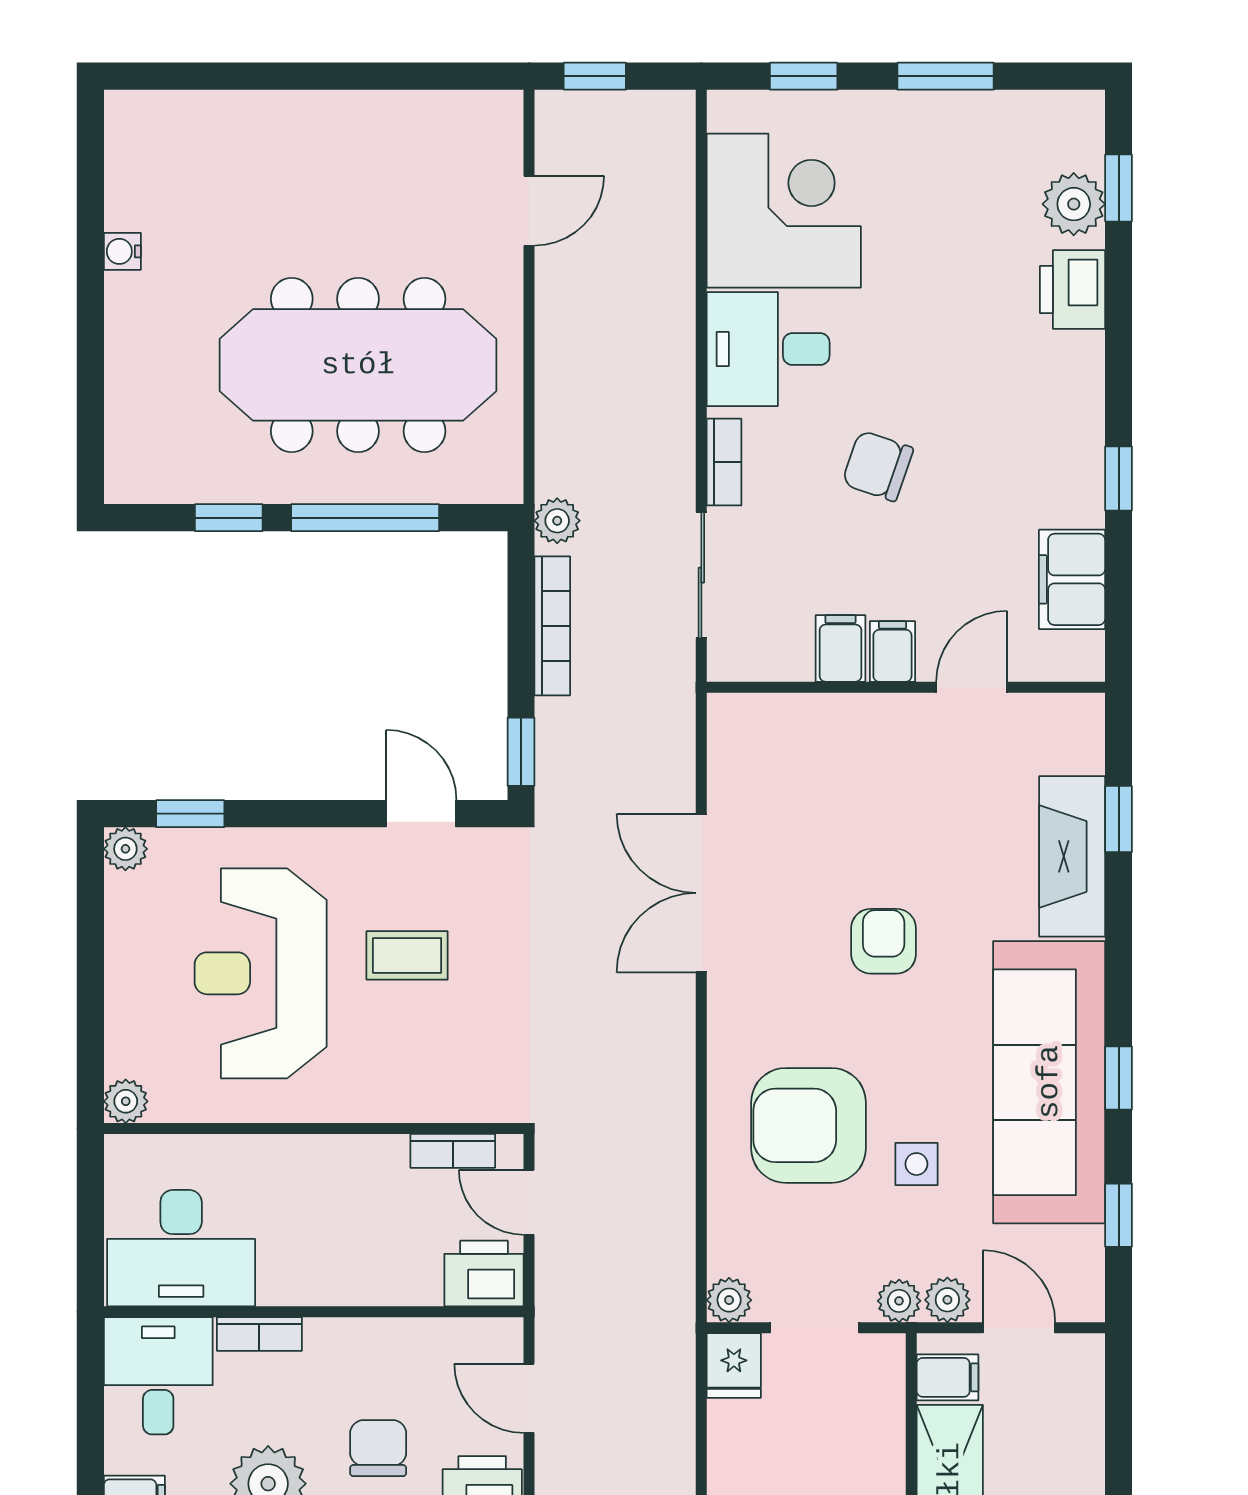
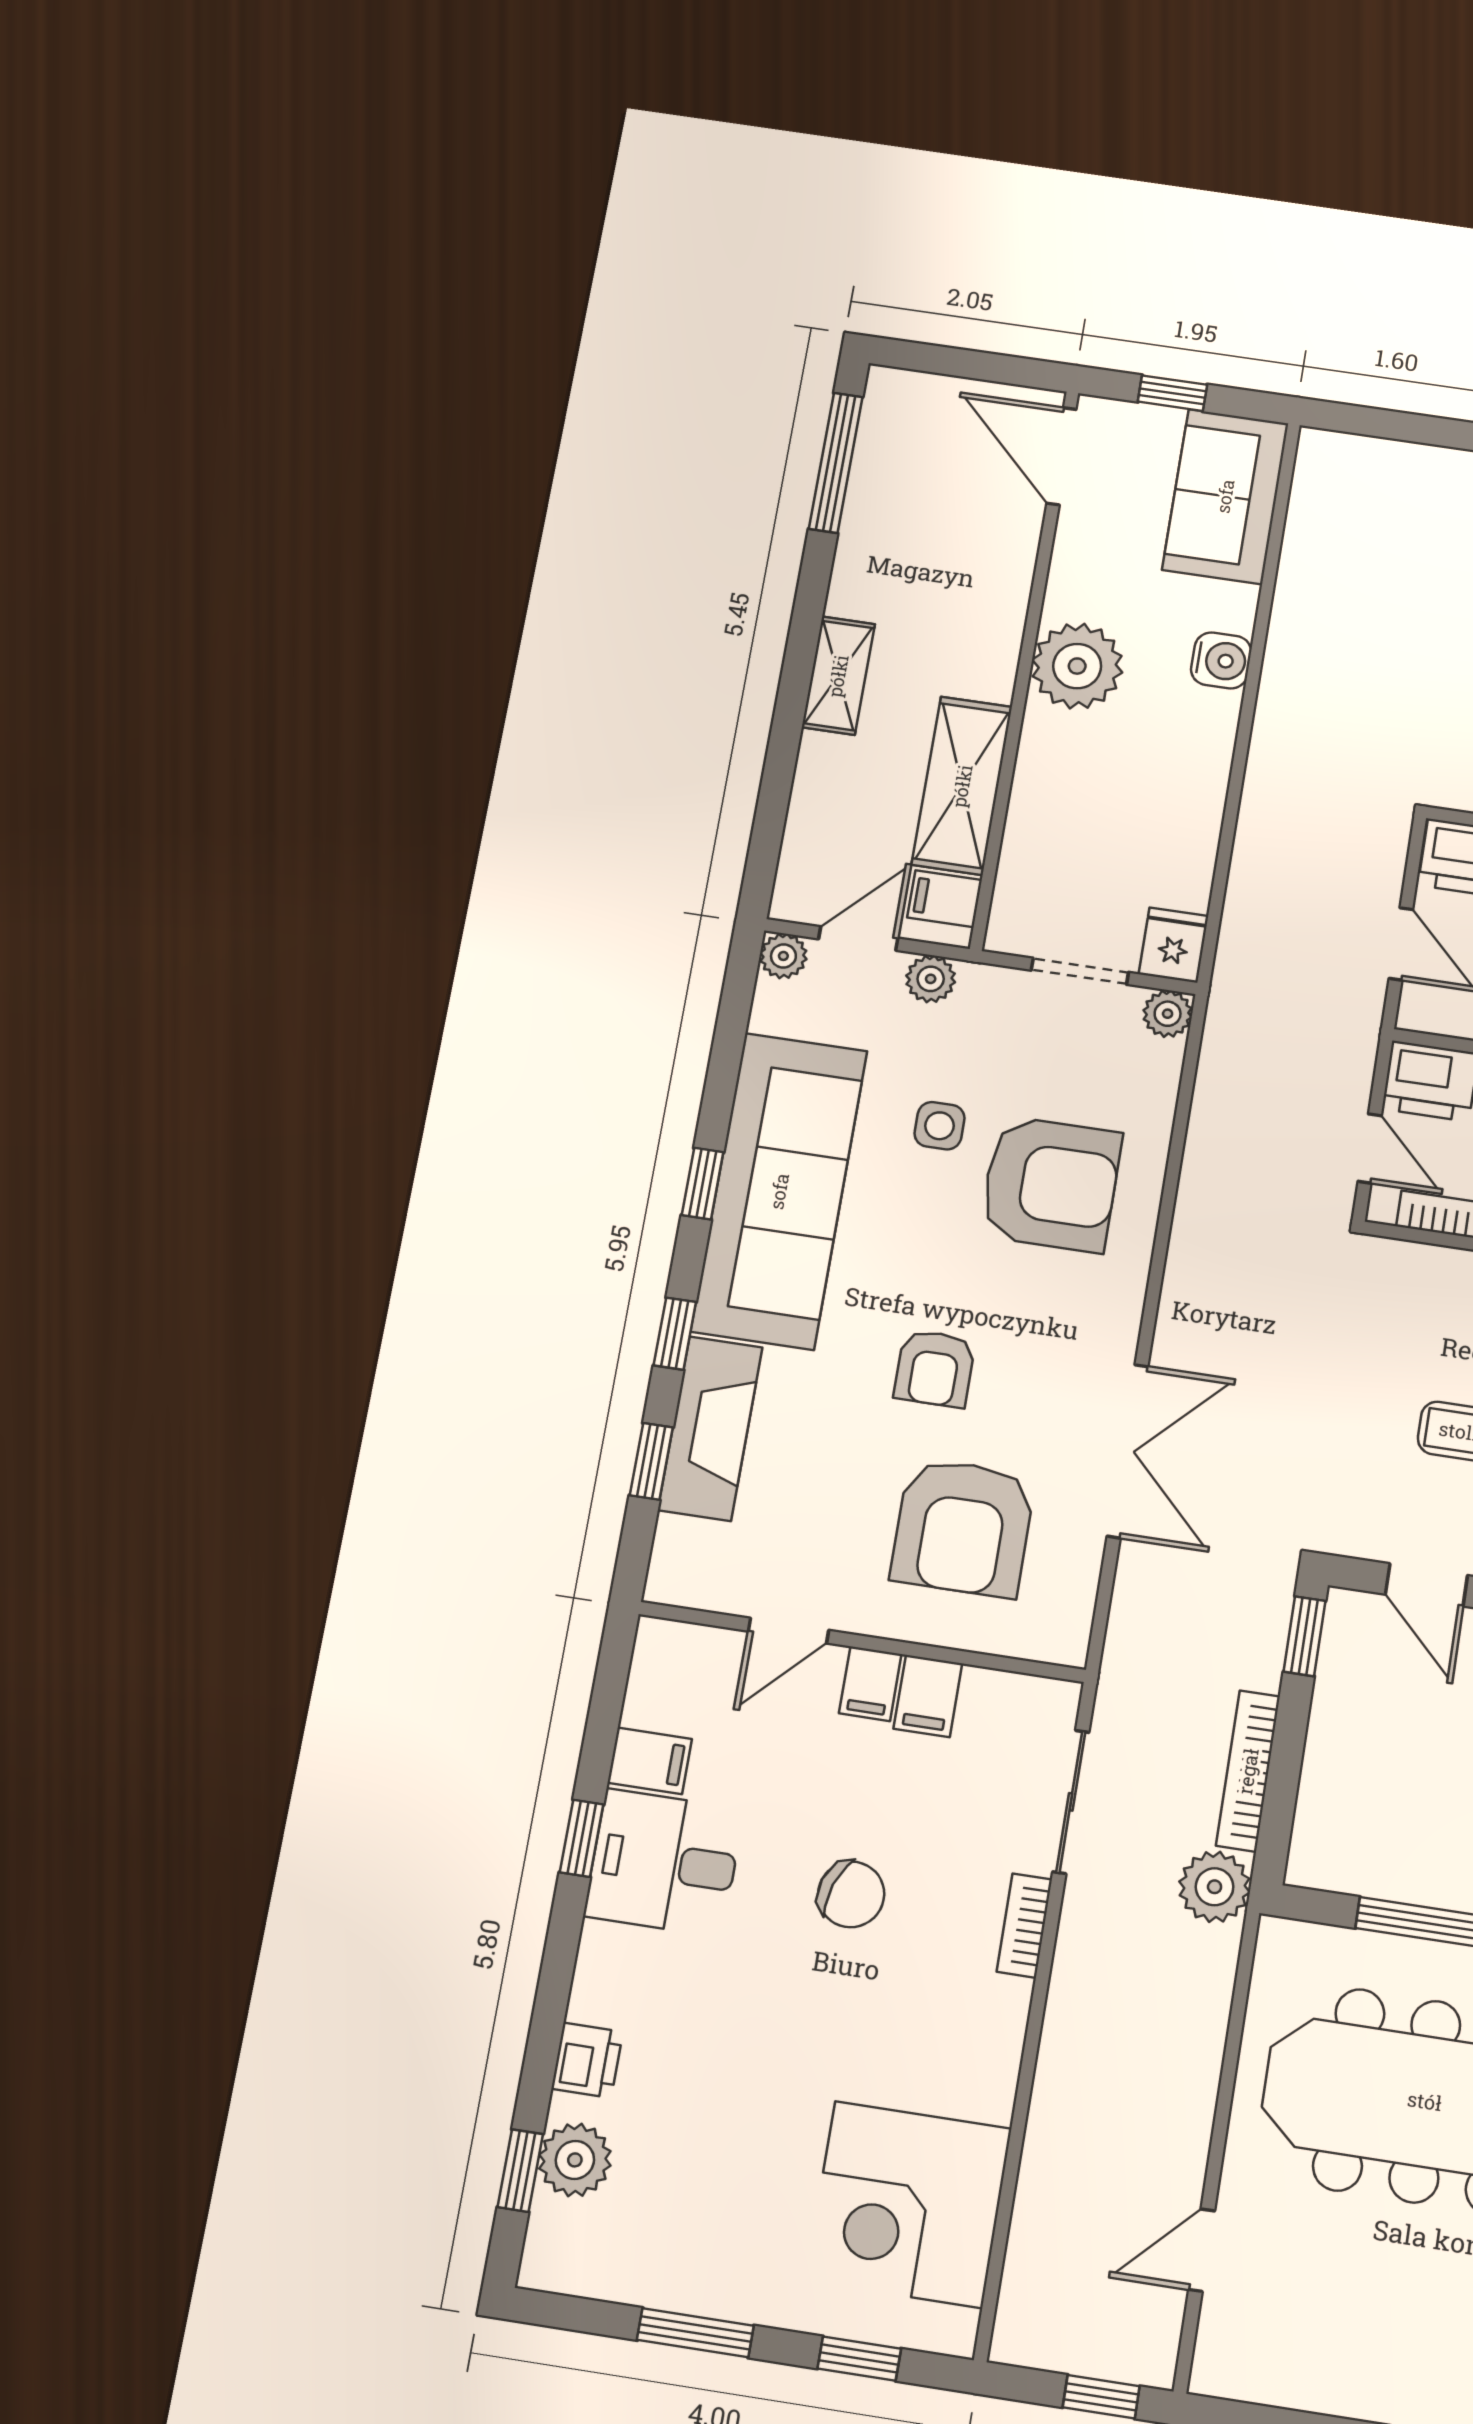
printer: (1073, 290) -> (587, 2060), width x0.73, depth x0.81
desk: (768, 349) -> (664, 1863), moved, turned 180
plant: (557, 521) -> (1215, 1887), width x1.38, depth x1.38
filing cabinet: (1072, 579) -> (650, 1761), width x0.50
armchair: (835, 802) -> (963, 1527), added
window: (1119, 1215) -> (675, 1334), moved
plant: (899, 1301) -> (783, 956), moved
door: (1019, 1328) -> (858, 938), swing flipped

